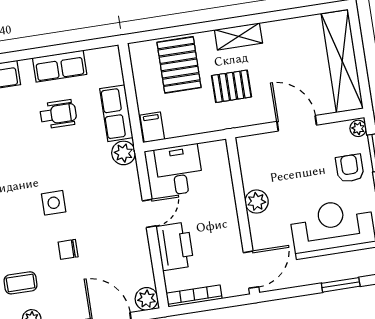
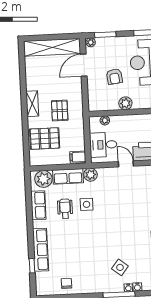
plant: (107, 70) -> (43, 179), added
door: (297, 123) -> (84, 65), moved
plant: (222, 168) -> (105, 120), added
armchair: (350, 168) -> (114, 77), moved, turned -98
side table: (54, 203) -> (87, 204), moved
chair: (68, 249) -> (141, 211), removed

